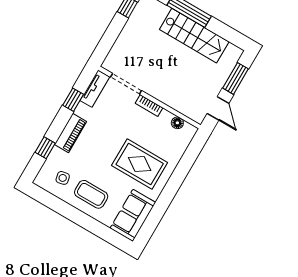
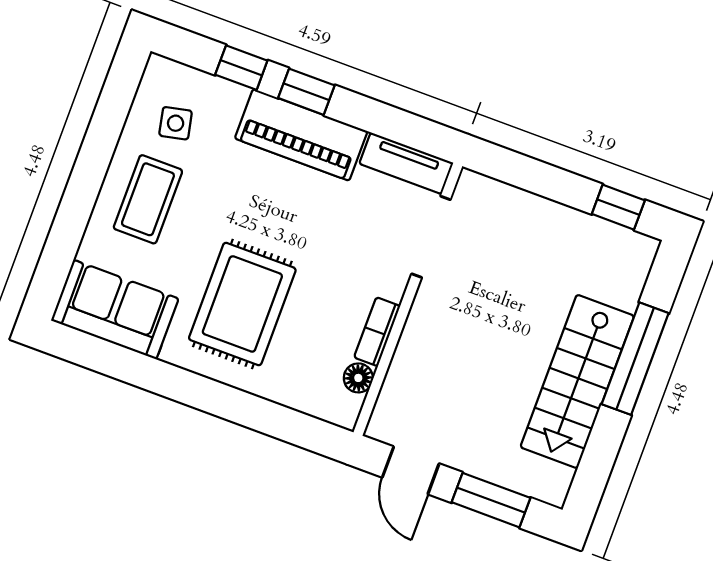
window: (73, 100) -> (306, 92), moved
bookcase: (149, 106) -> (377, 332), moved
door: (218, 108) -> (411, 470), hinge flipped
piano: (70, 133) -> (301, 135), width x1.37, depth x1.33

